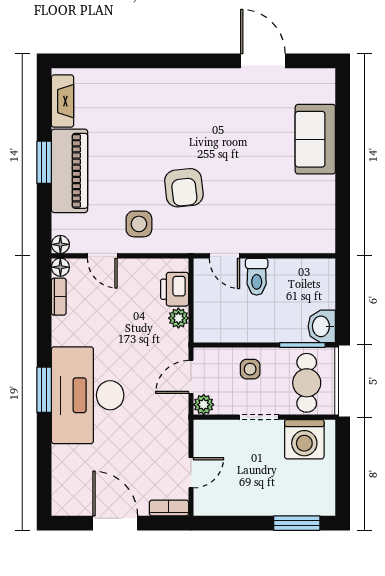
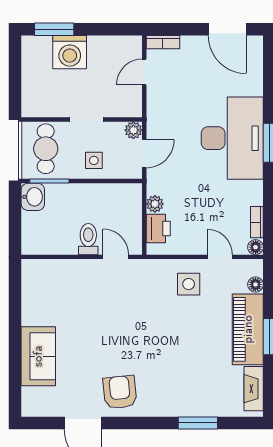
window: (128, 61) -> (198, 423), added
armchair: (184, 188) -> (120, 392), moved
floor lamp: (60, 244) -> (255, 284), moved
washing machine: (304, 439) -> (70, 52), moved, turned 180
door: (115, 523) -> (227, 29), moved

